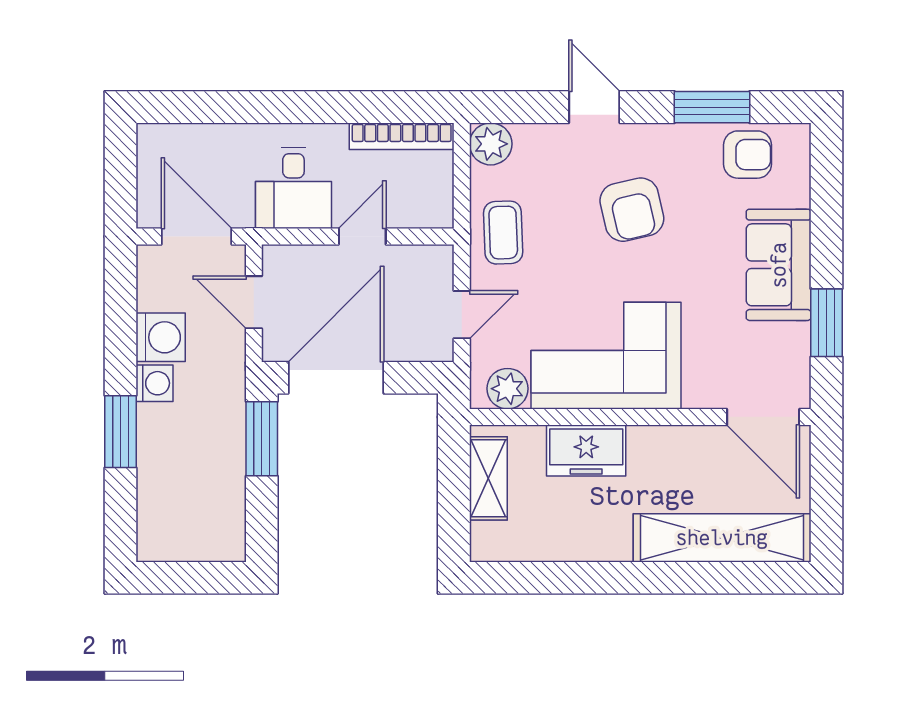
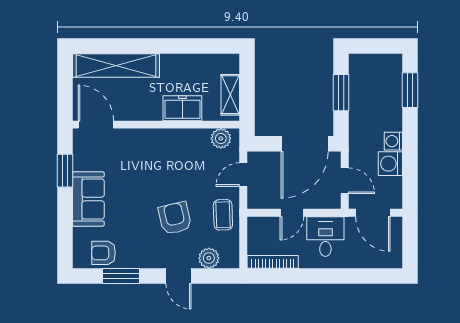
plant: (491, 144) -> (209, 258), moved
armchair: (632, 210) -> (175, 218), moved
corner sofa: (606, 356) -> (173, 155), removed
window: (121, 432) -> (410, 90), moved
window: (262, 439) -> (341, 93), moved

